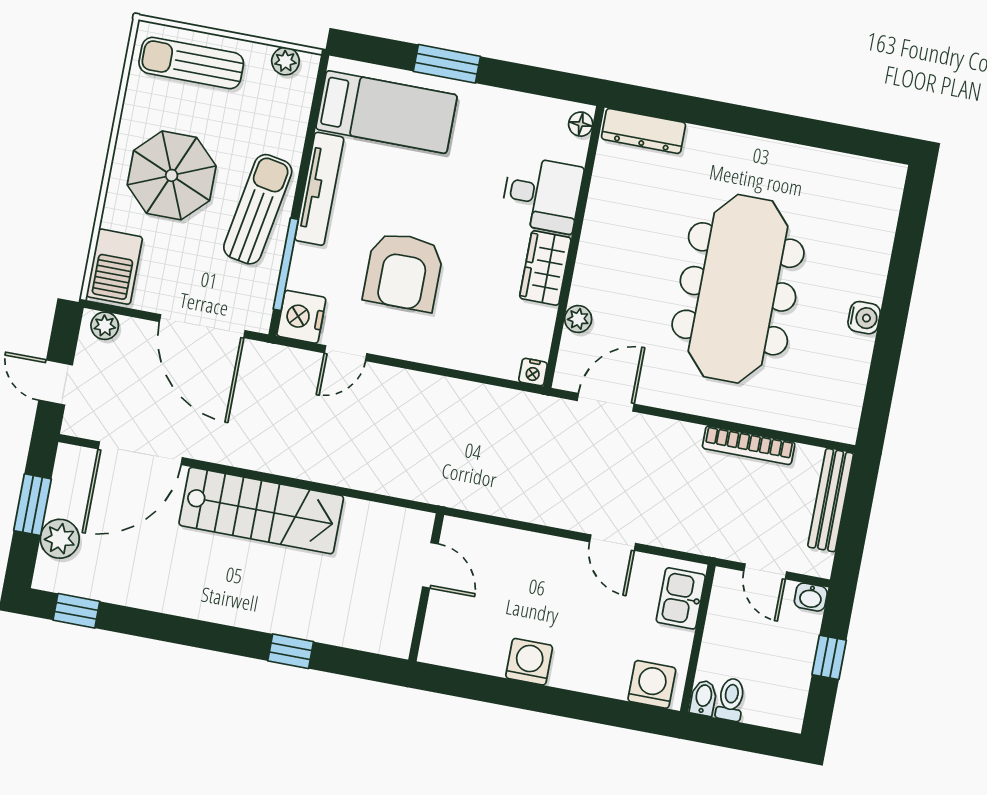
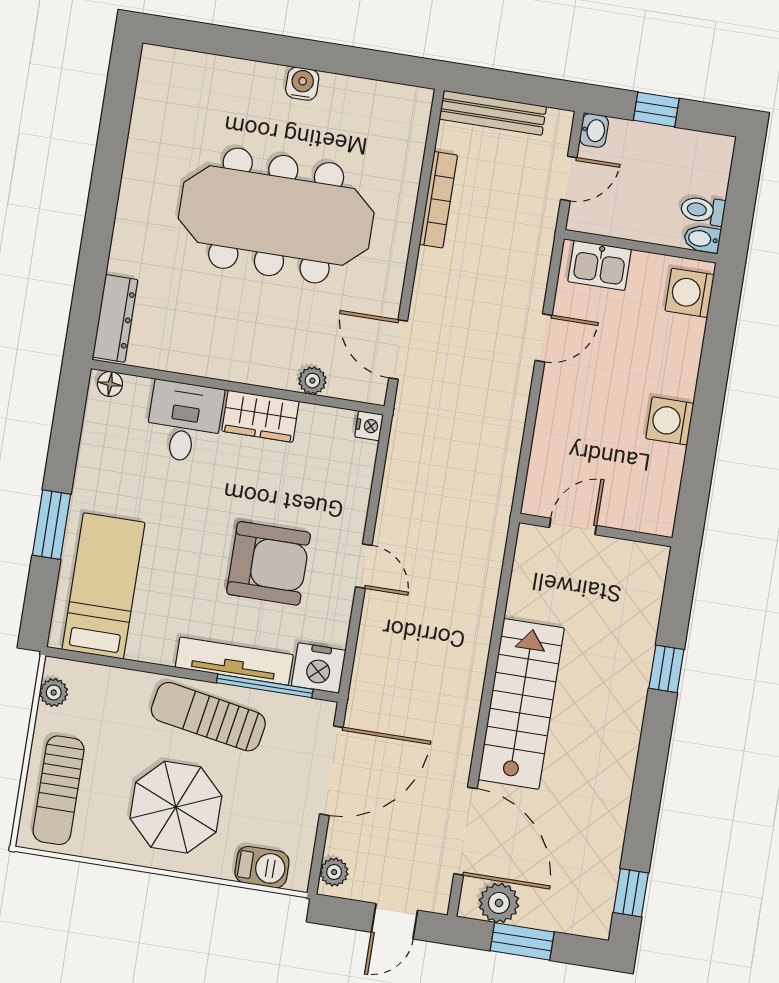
tv unit: (319, 189) -> (234, 661), moved
barbecue: (114, 267) -> (262, 867), width x0.73, depth x0.79
door: (346, 353) -> (364, 566), moved
plant: (60, 539) -> (499, 903), moved

